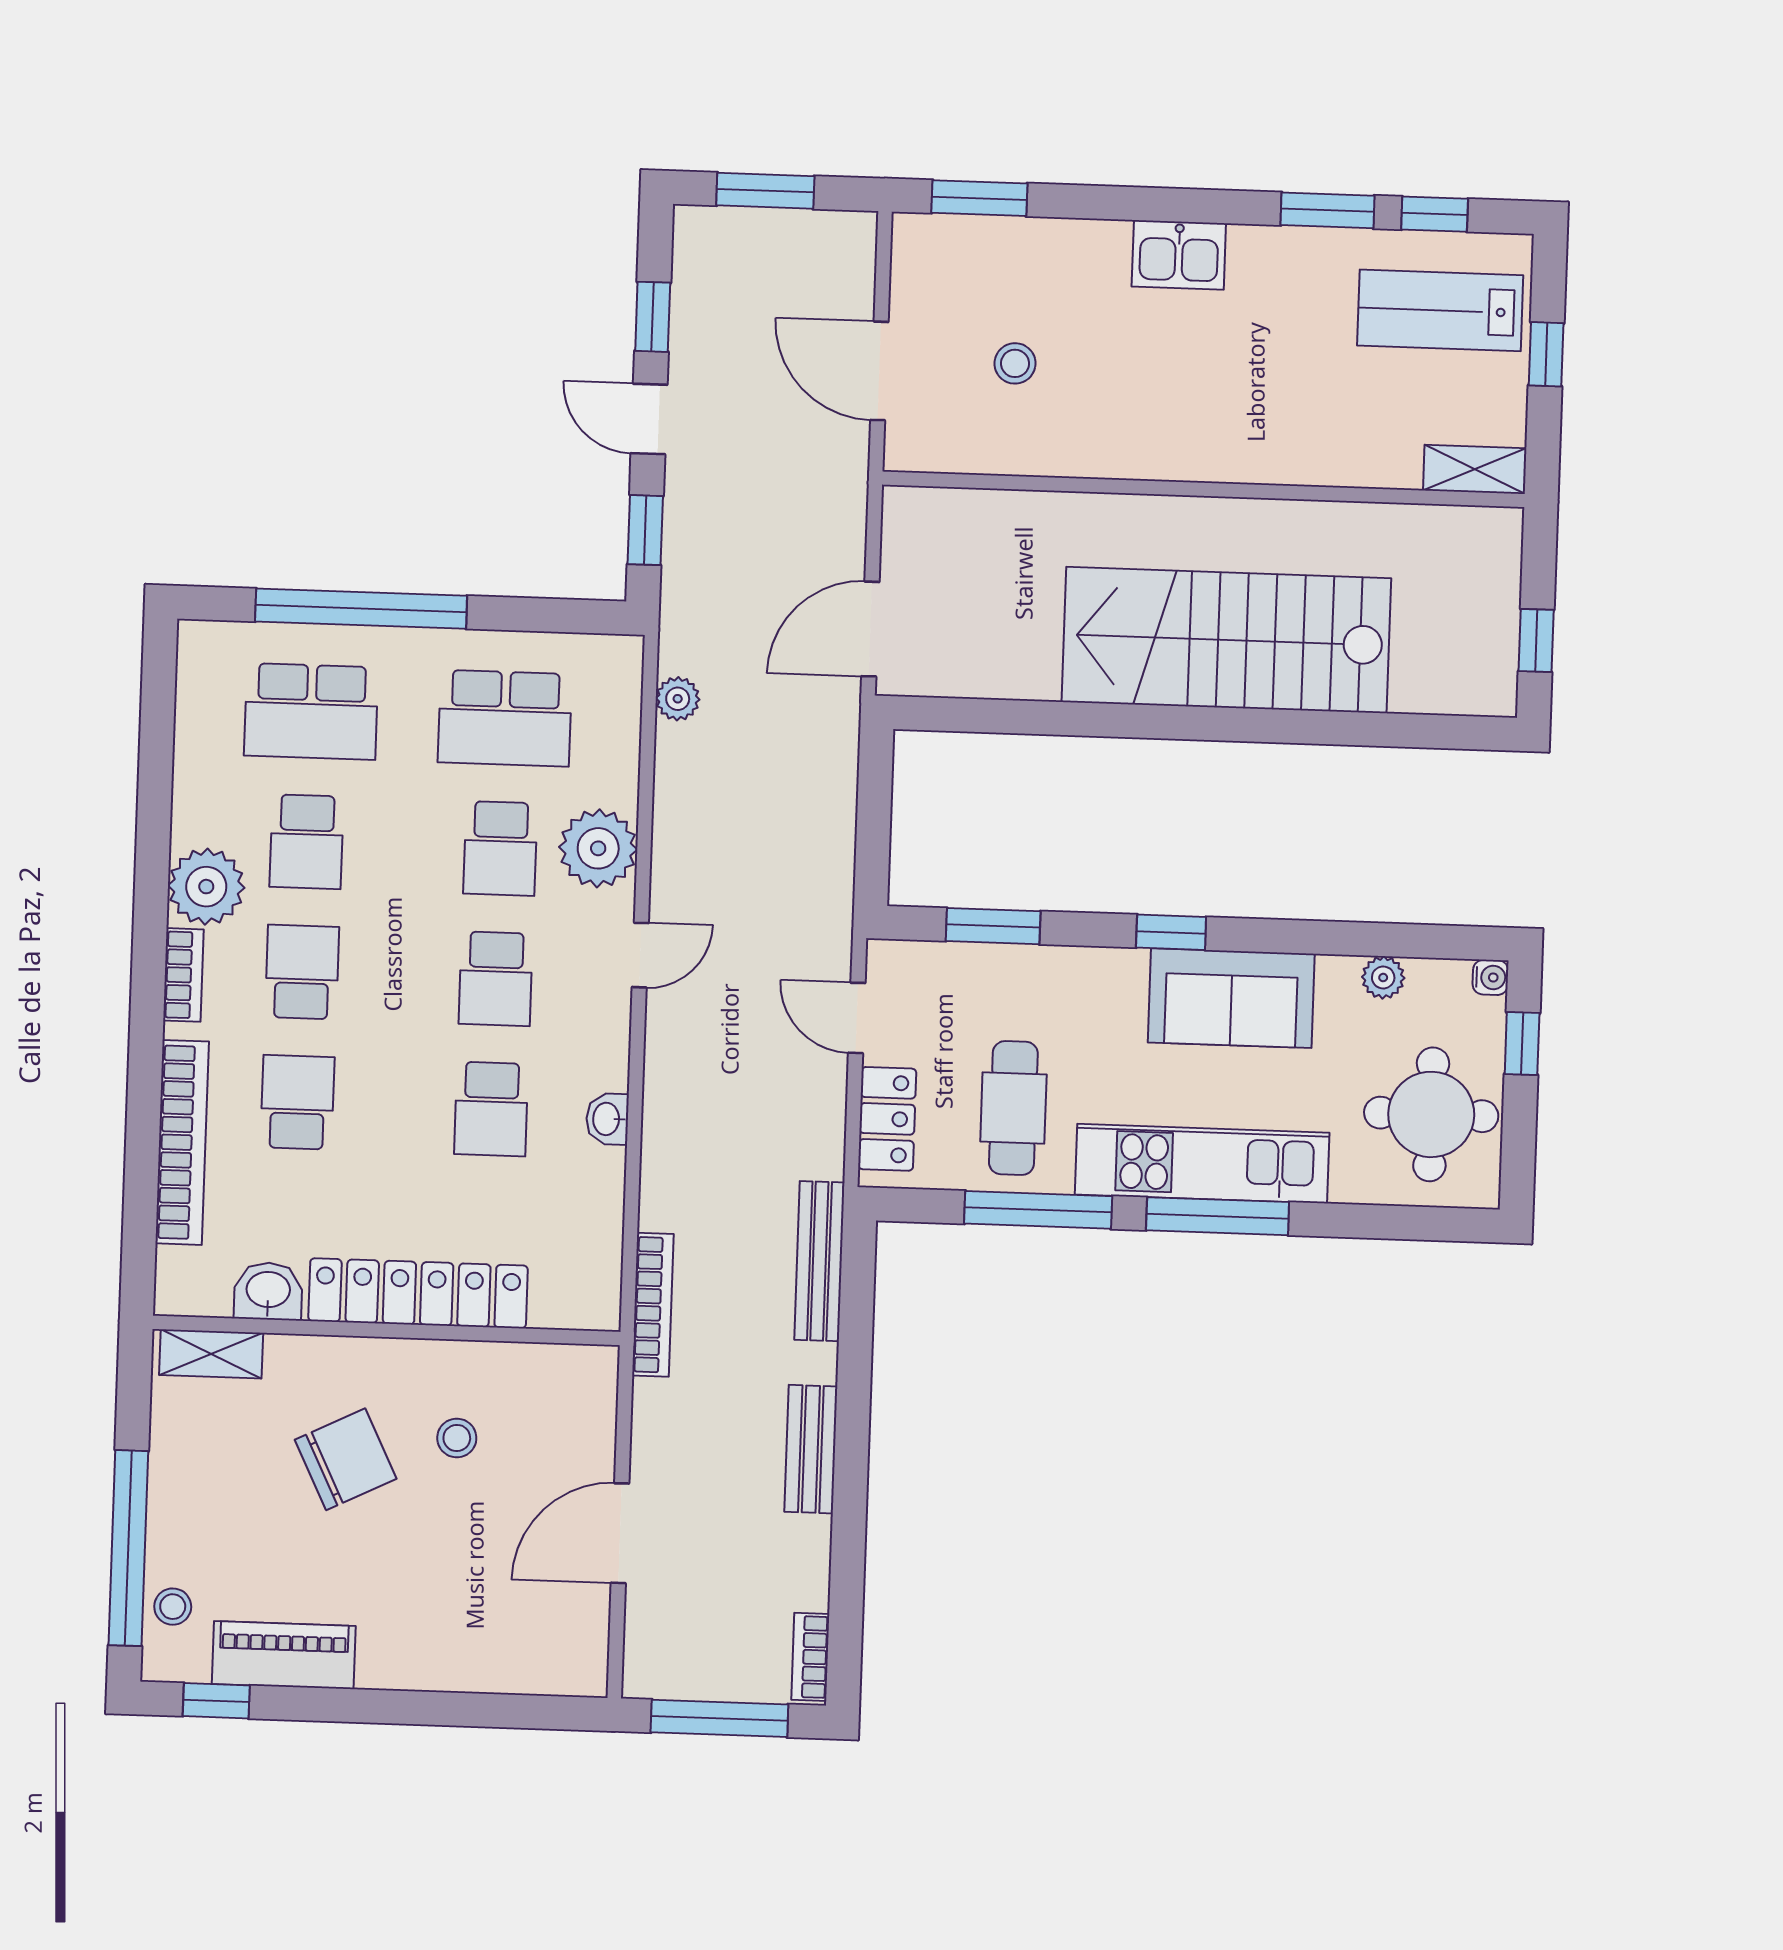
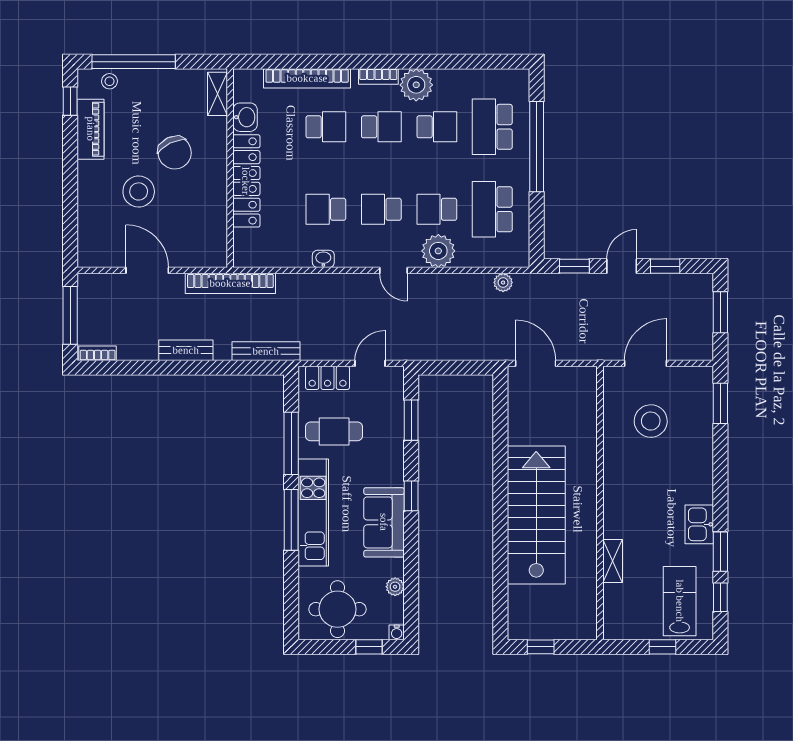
kitchen sink: (1179, 255) -> (699, 524), moved
stool: (1015, 363) -> (651, 421), width x1.89, depth x1.89
shelving: (1475, 469) -> (613, 561), moved
school desk: (307, 842) -> (437, 127), turned 180
bookcase: (653, 1305) -> (230, 283), width x1.48, depth x1.31
stool: (457, 1438) -> (139, 191), moved, width x1.89, depth x1.89

